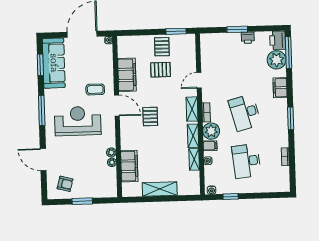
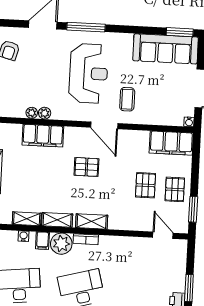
pallet: (162, 47) -> (175, 189), turned 90
window: (40, 65) -> (180, 32), moved
filing cabinet: (127, 75) -> (171, 143), moved
door: (199, 80) -> (163, 235), moved
door: (117, 105) -> (104, 125), hinge flipped
window: (42, 110) -> (86, 27), moved
filing cabinet: (129, 166) -> (43, 136), moved

